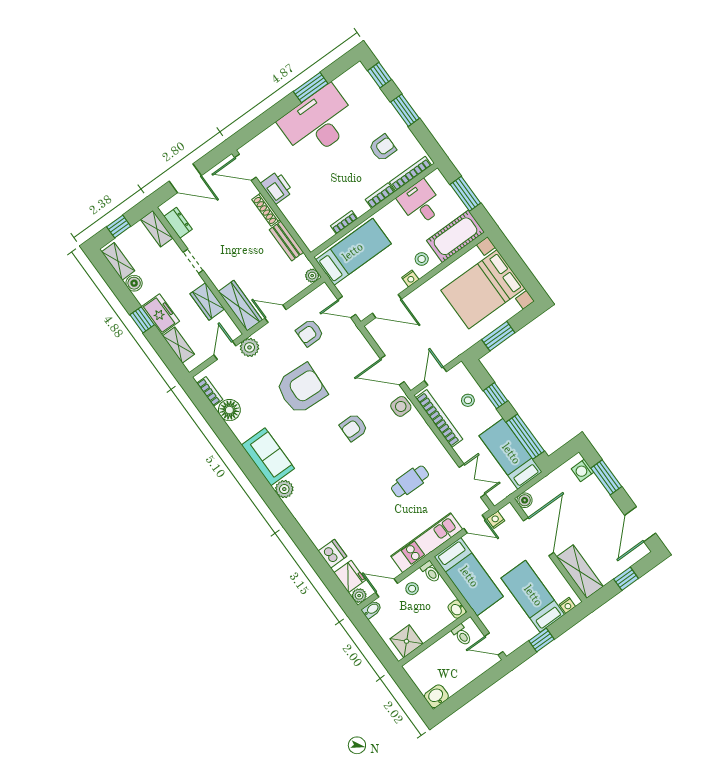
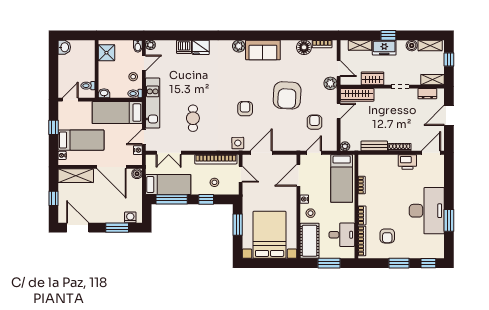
fridge: (350, 576) -> (201, 47), moved

